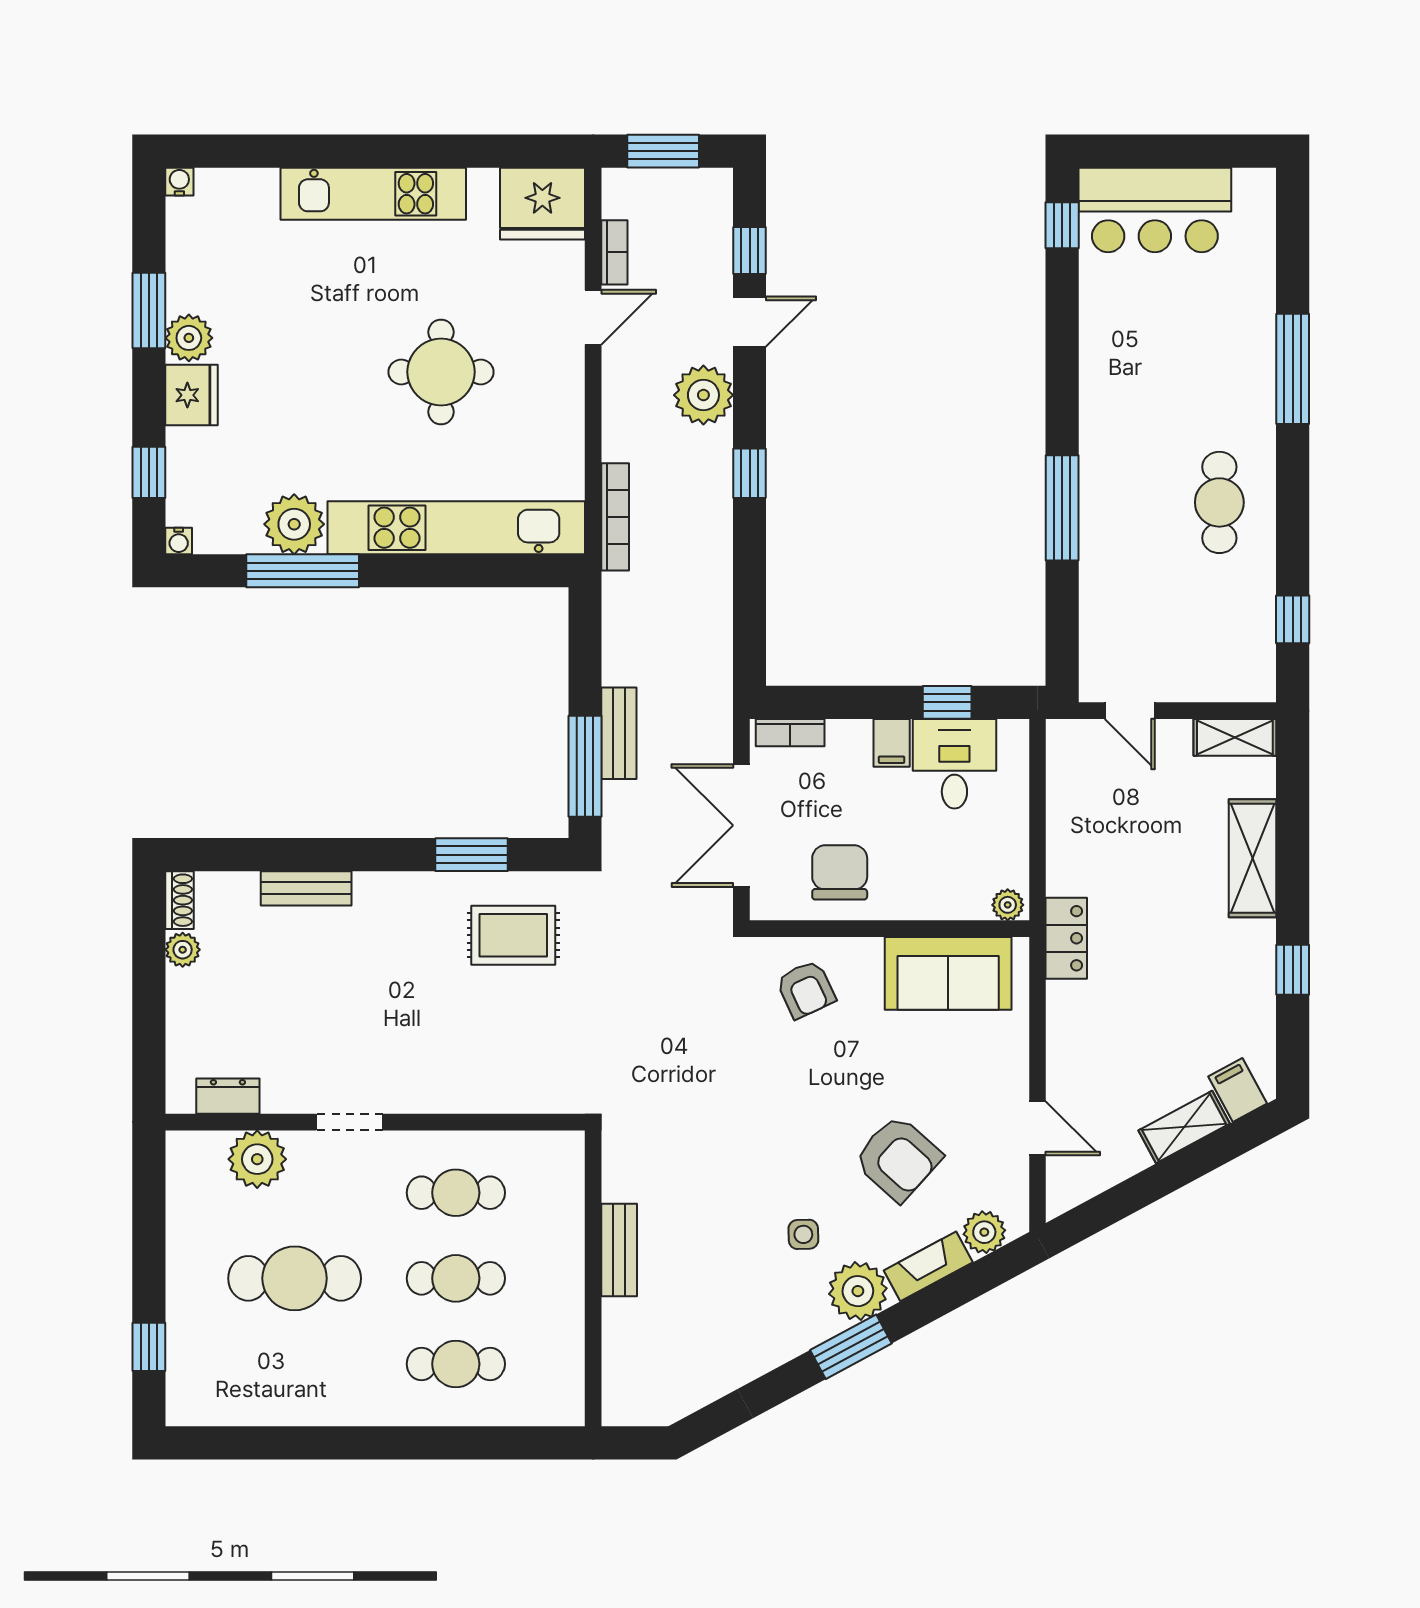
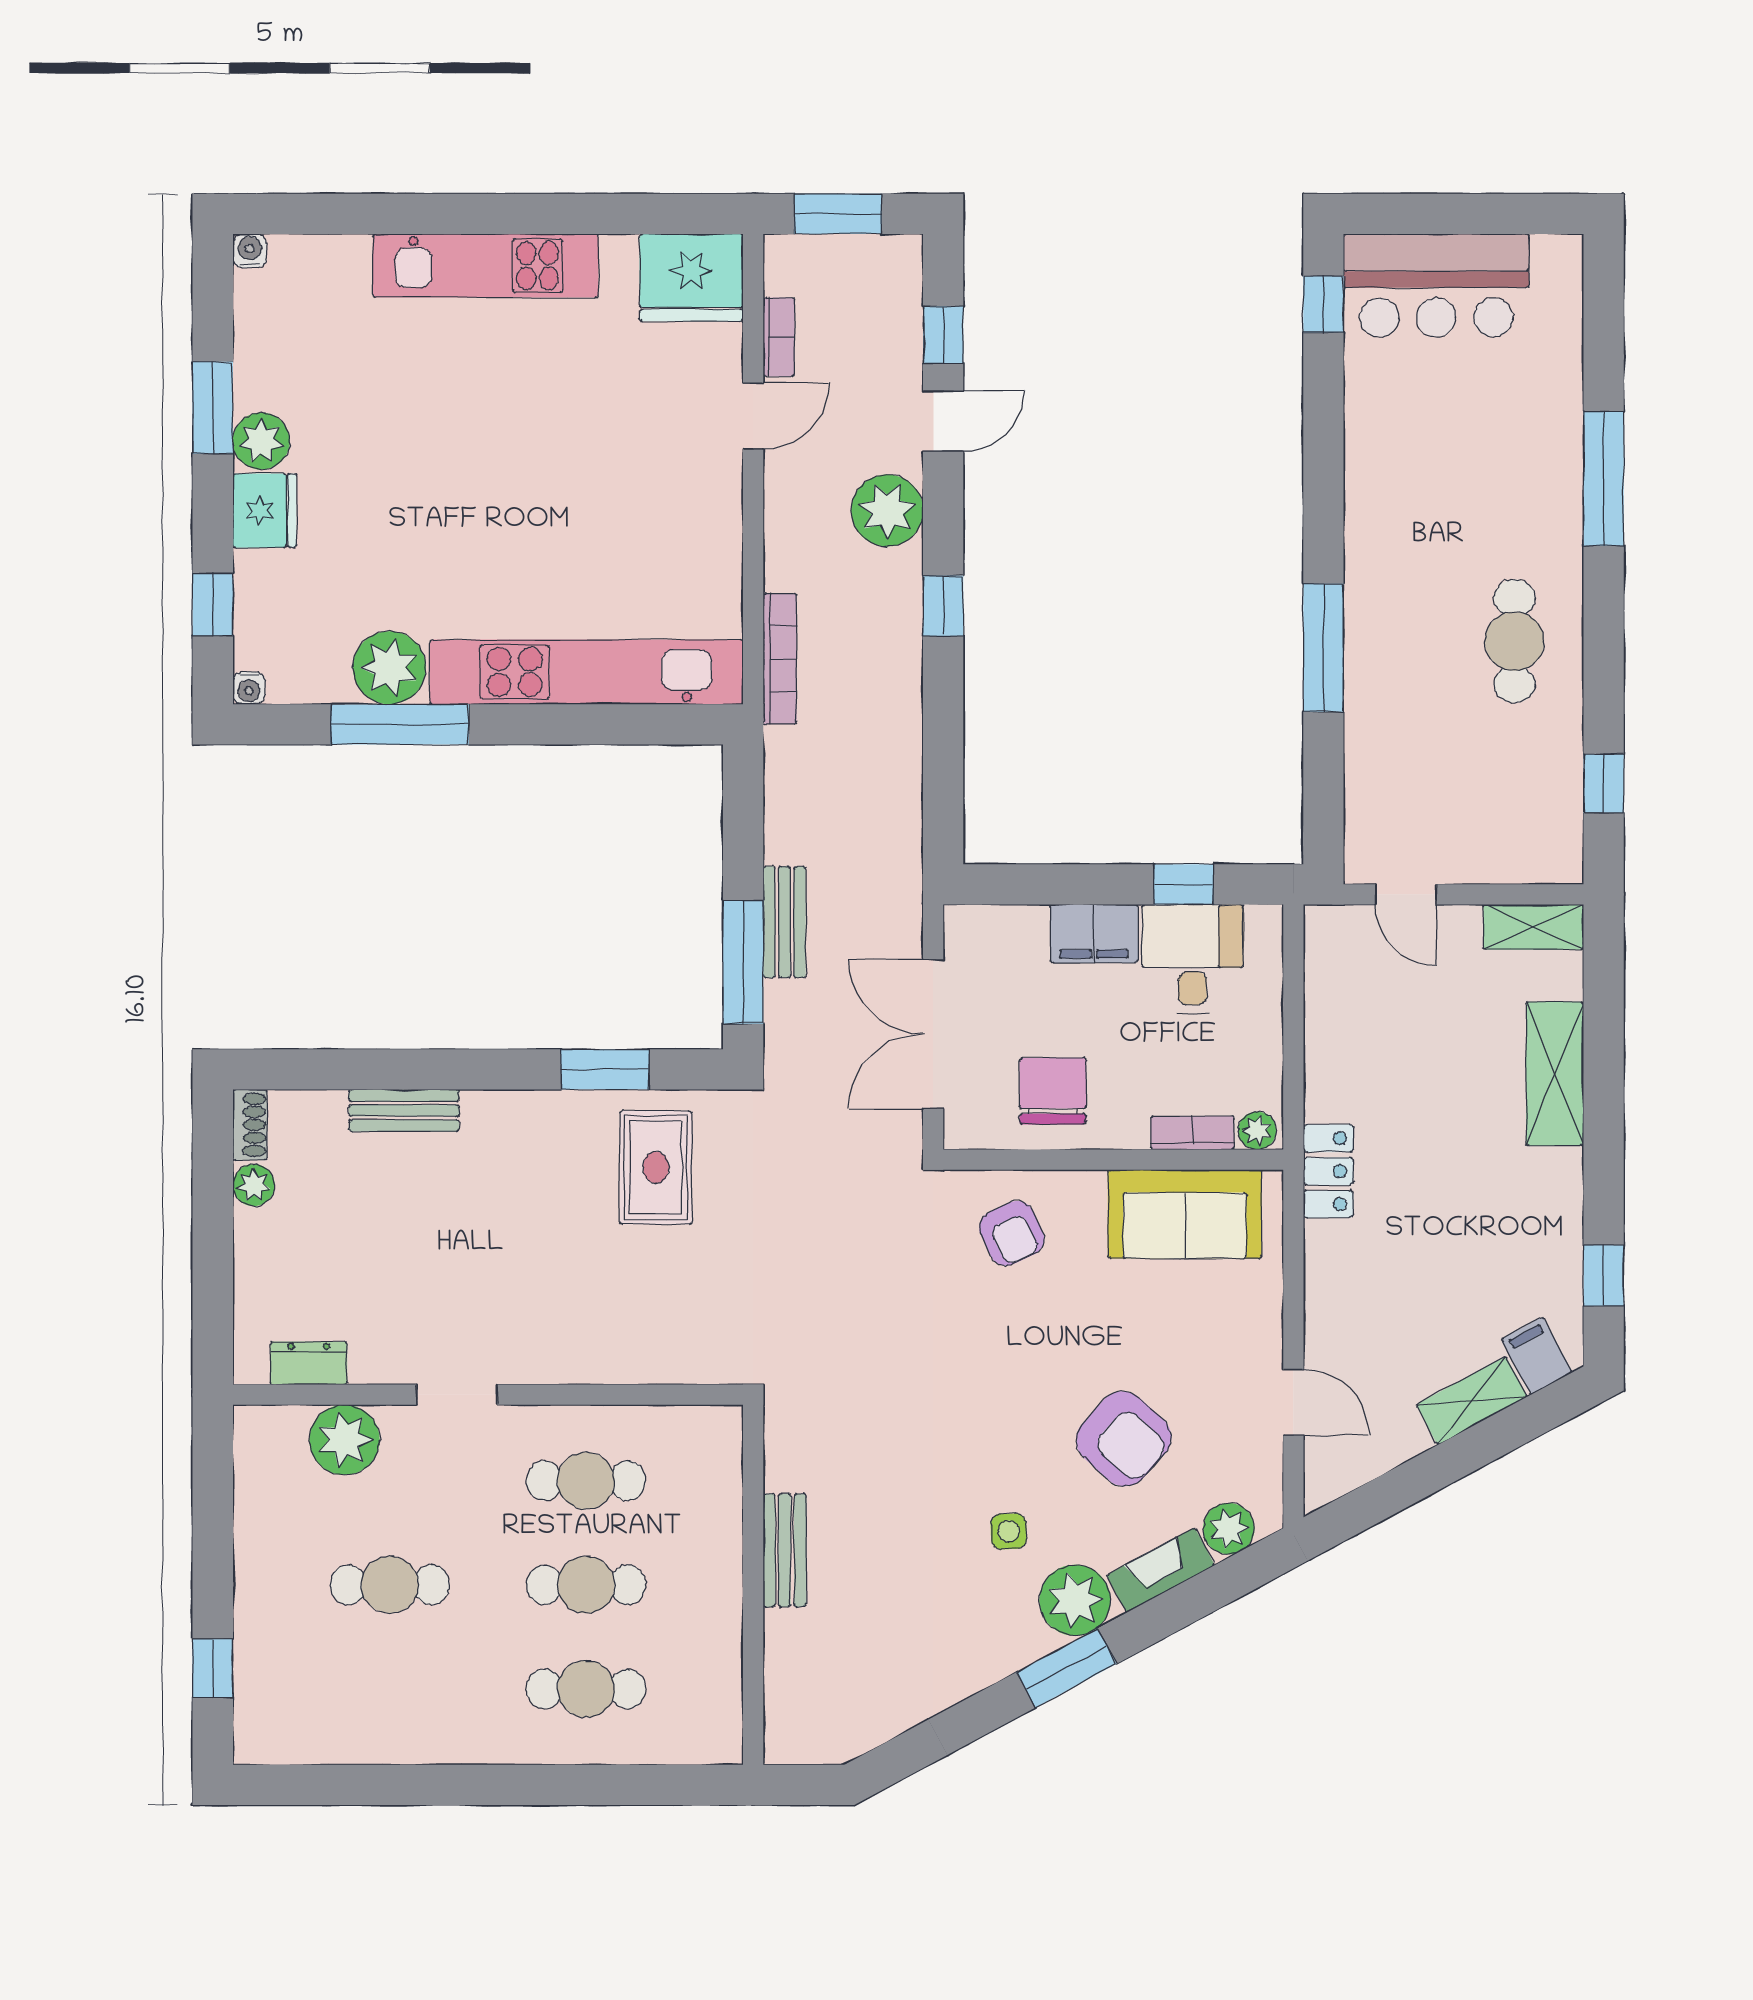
round table: (441, 372) -> (568, 483), removed
bookcase: (790, 733) -> (1193, 1133), moved, turned 180
filing cabinet: (892, 743) -> (1094, 934), width x2.00
rug: (513, 935) -> (656, 1167), turned 90
window: (1293, 970) -> (1604, 1276), moved
cafe table: (295, 1278) -> (390, 1585), width x0.73, depth x0.74

